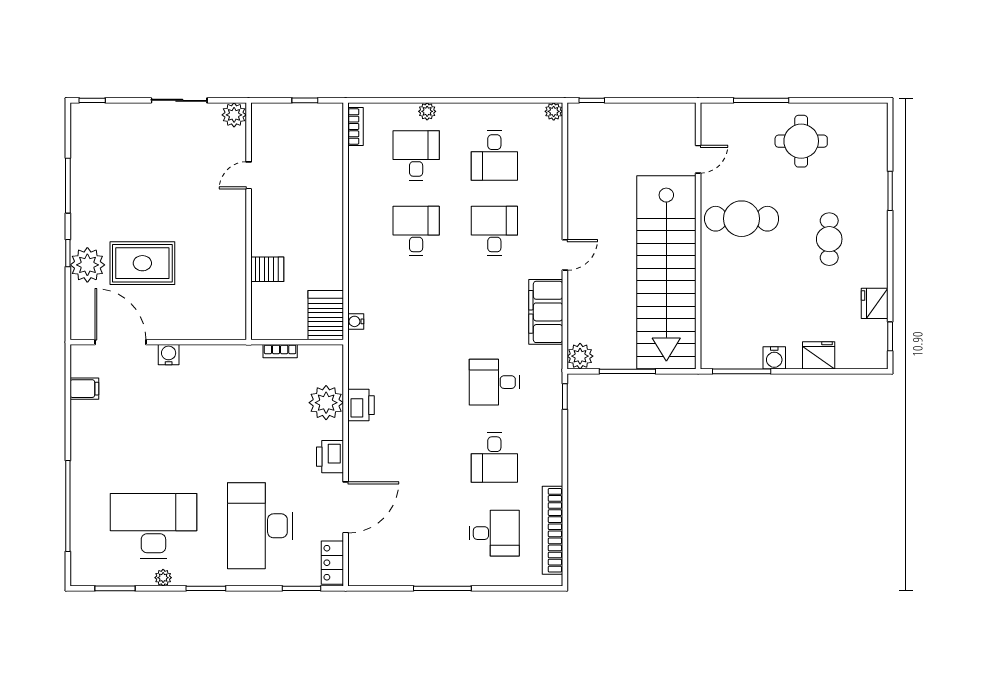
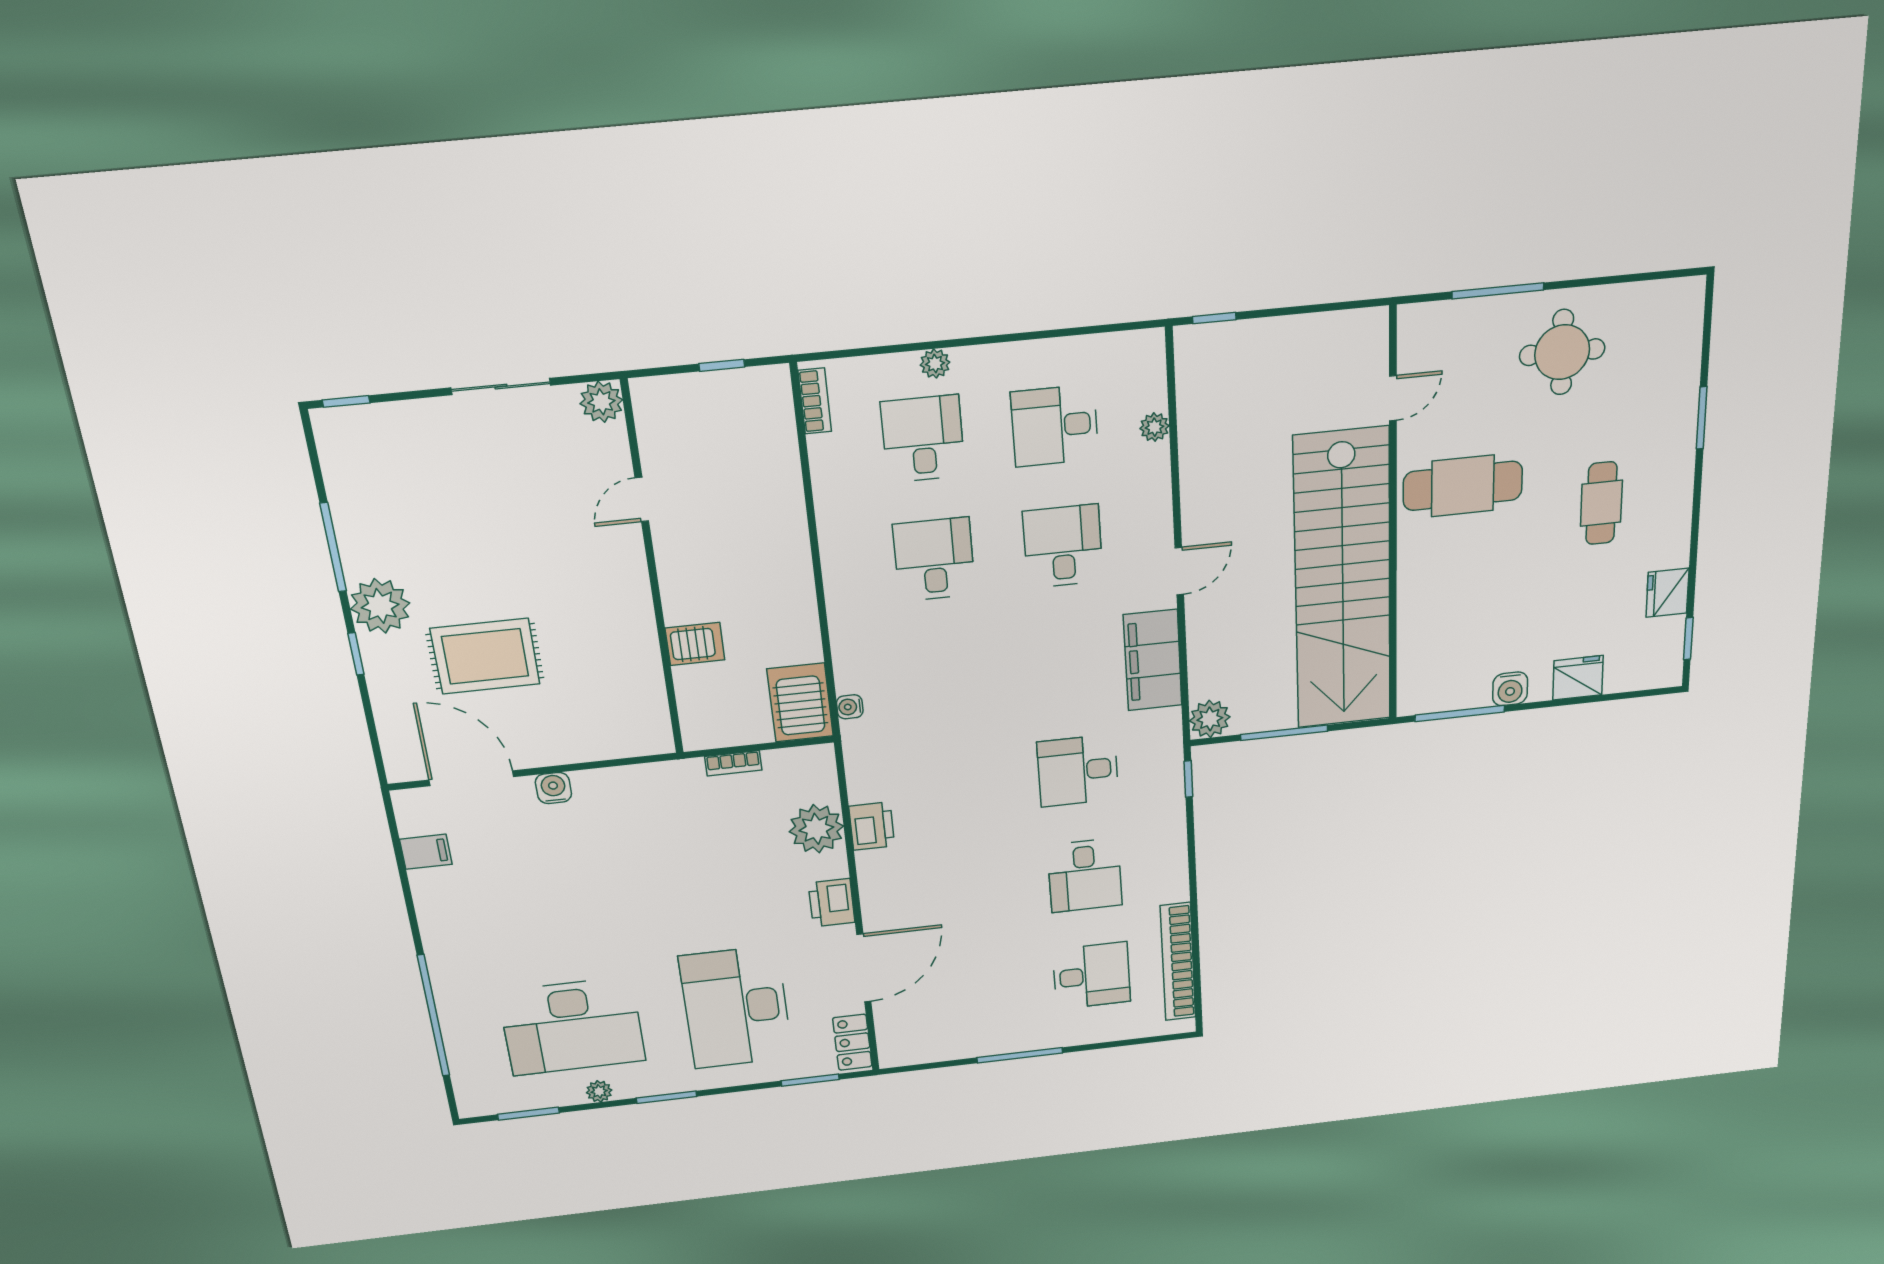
plant: (554, 111) -> (1155, 427), moved
desk: (494, 156) -> (1055, 426), turned 90
plant: (87, 265) -> (380, 606), moved
desk: (153, 526) -> (572, 1026), turned 180

